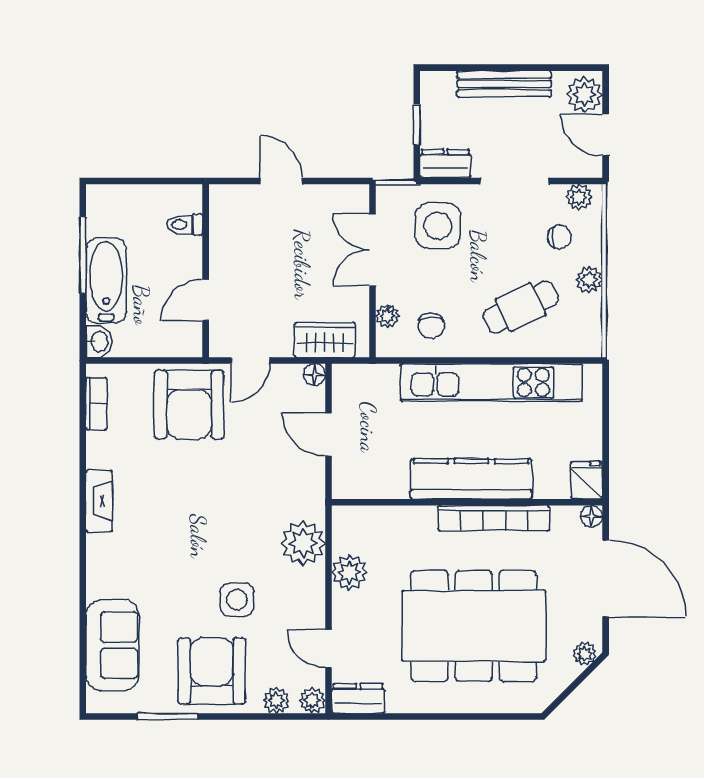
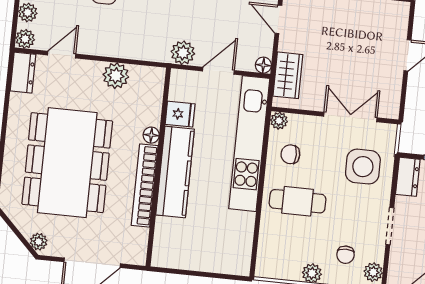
doorway: (514, 181) -> (390, 226), width x0.73
cafe table: (521, 307) -> (298, 201), moved, turned -64
plant: (387, 316) -> (279, 121), moved
kitchen unit: (492, 382) -> (249, 144), moved
fridge: (587, 480) -> (180, 114), moved
floor lamp: (592, 516) -> (151, 135), moved
plant: (303, 543) -> (183, 53), moved, width x0.73, depth x0.73

